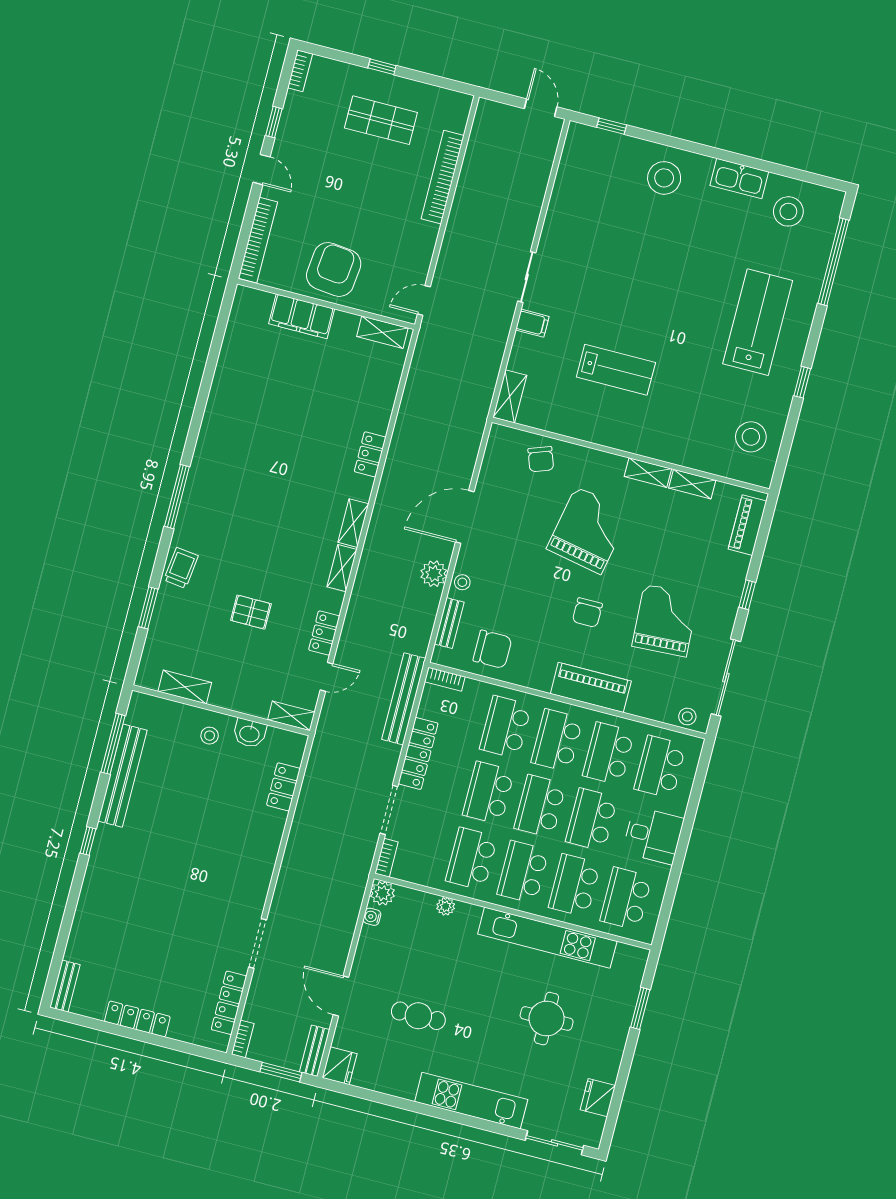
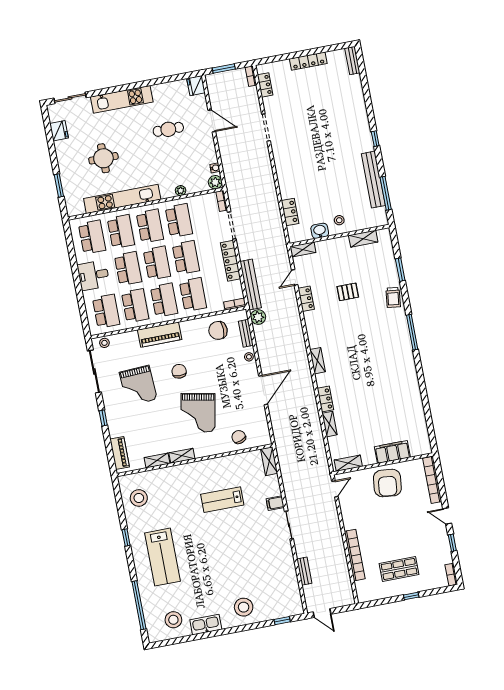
shelving: (342, 568) -> (329, 424), moved
plant: (434, 574) -> (258, 317), moved
locker: (229, 1003) -> (265, 85), width x0.66
bench: (315, 1051) -> (304, 571), moved

